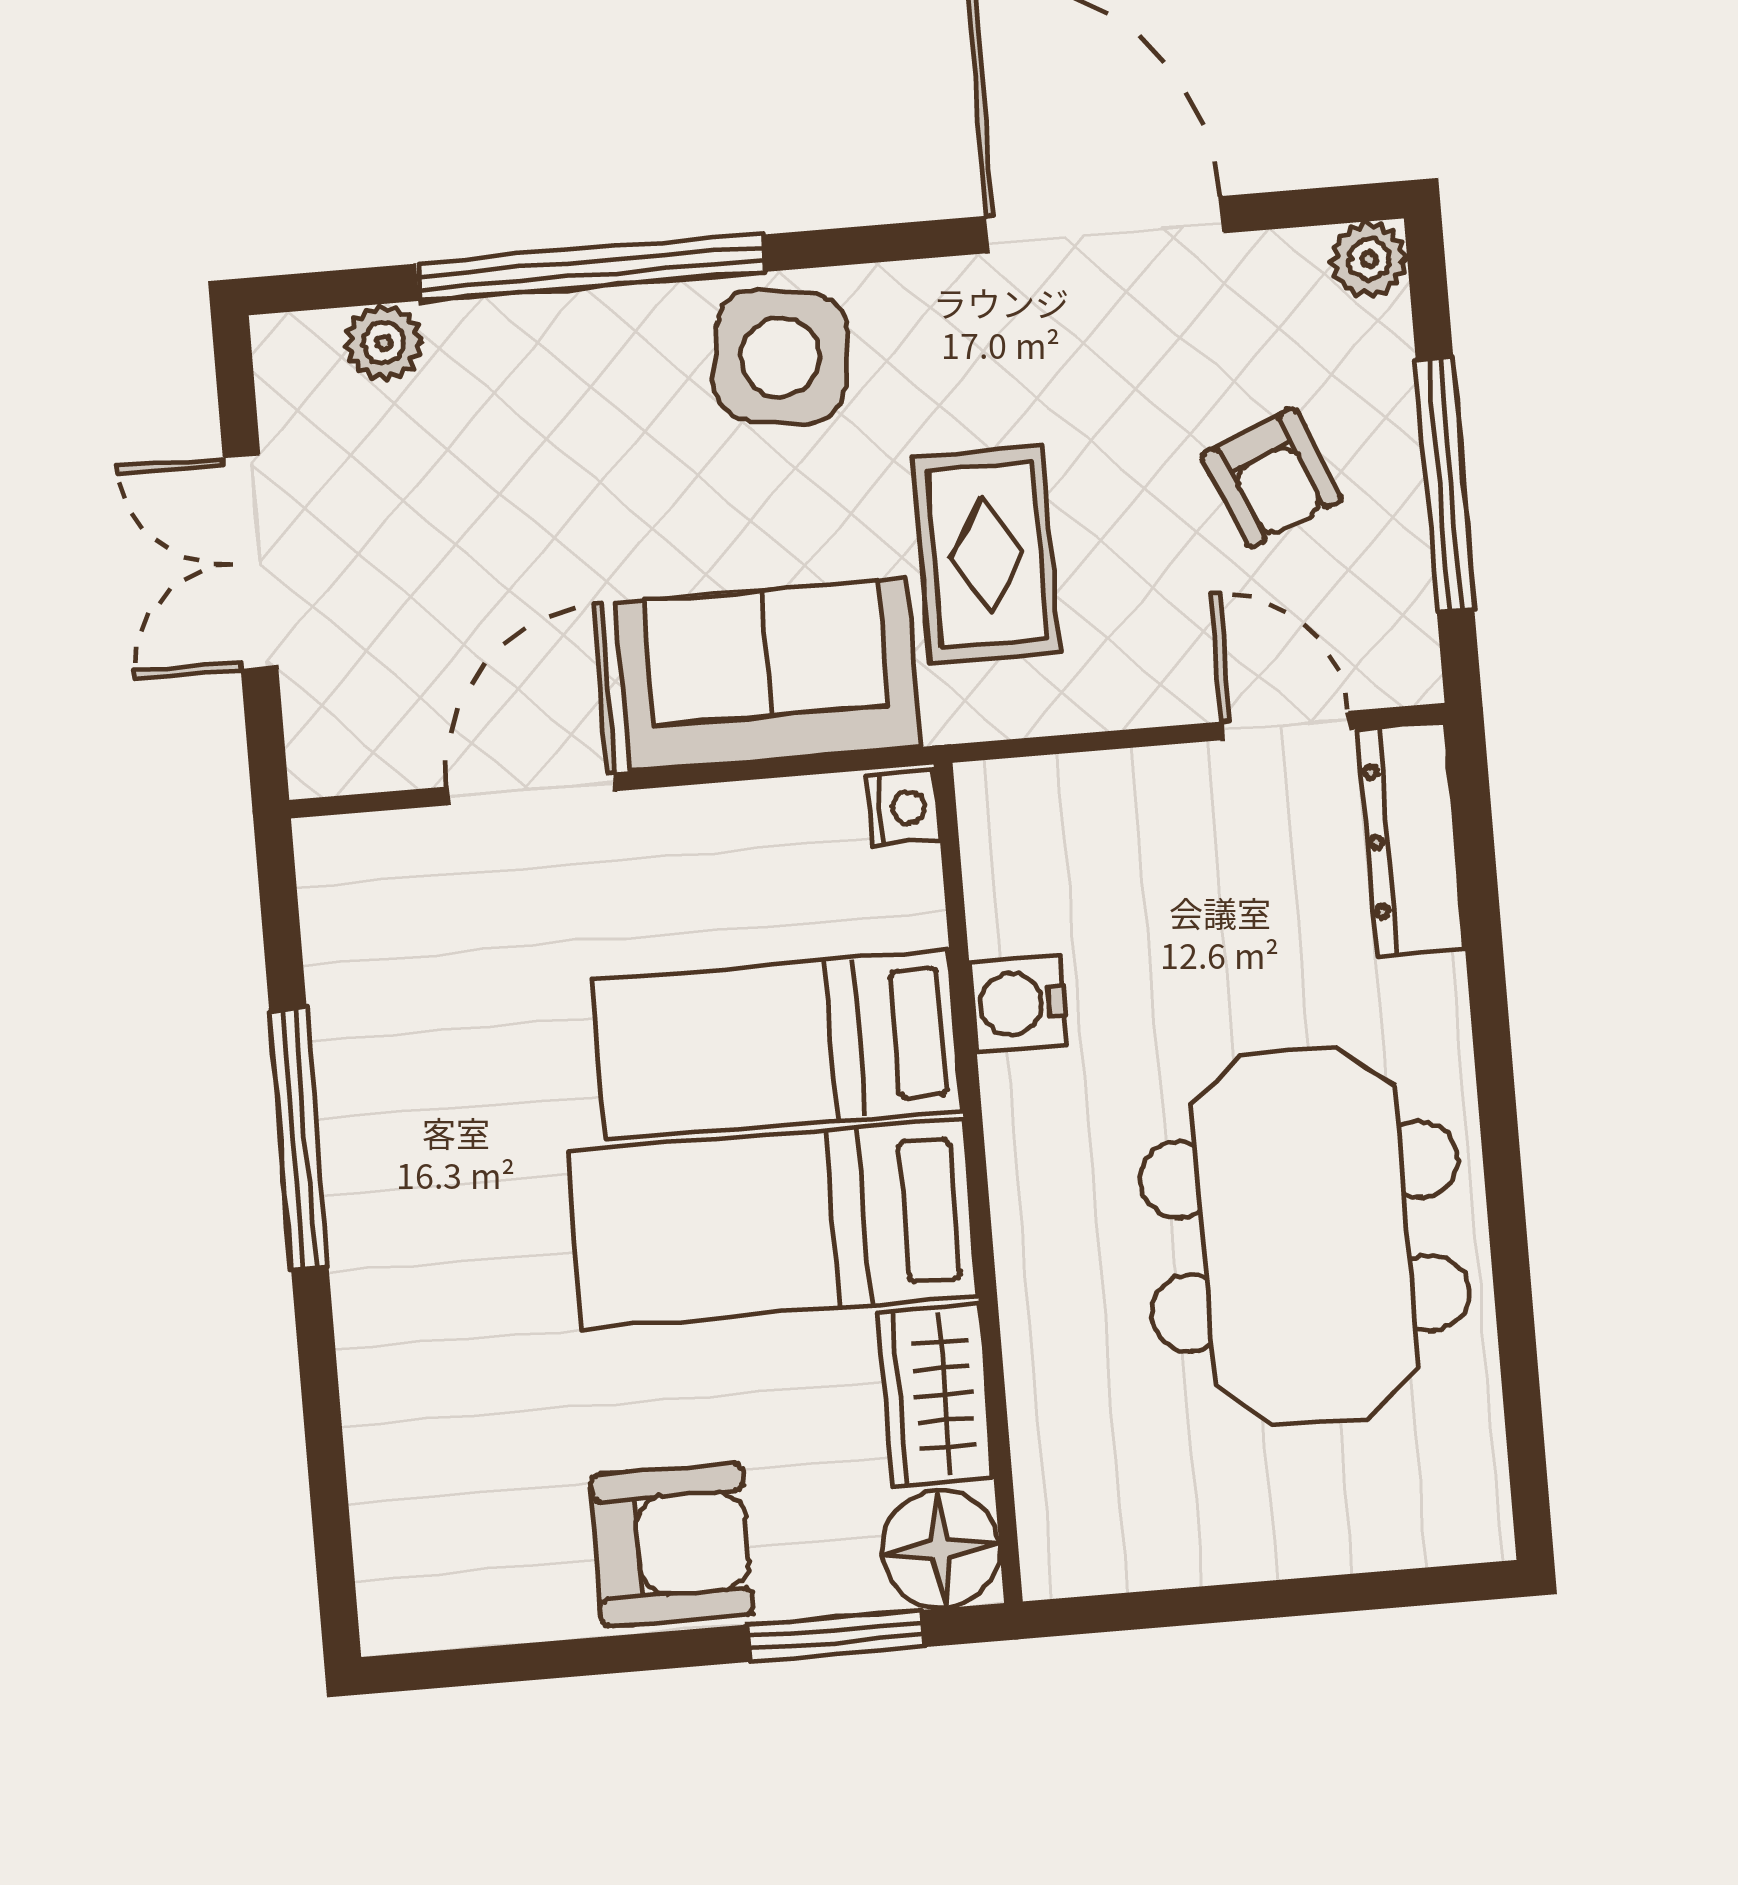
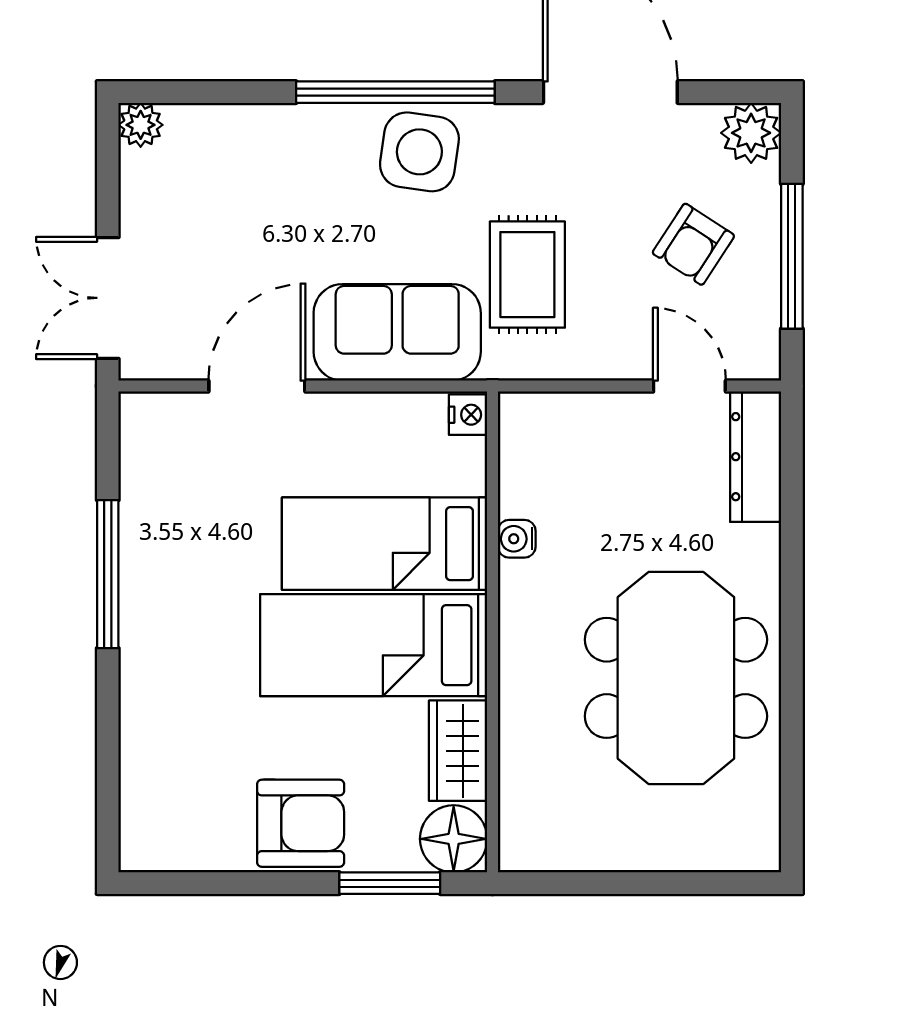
plant: (1369, 260) -> (751, 133), width x1.38, depth x1.38
window: (591, 268) -> (395, 92), moved
plant: (383, 343) -> (141, 125), moved
armchair: (1272, 478) -> (693, 244), turned 56
double door: (251, 562) -> (108, 298), moved
water cooler: (1018, 1003) -> (517, 539), width x0.72, depth x0.72

